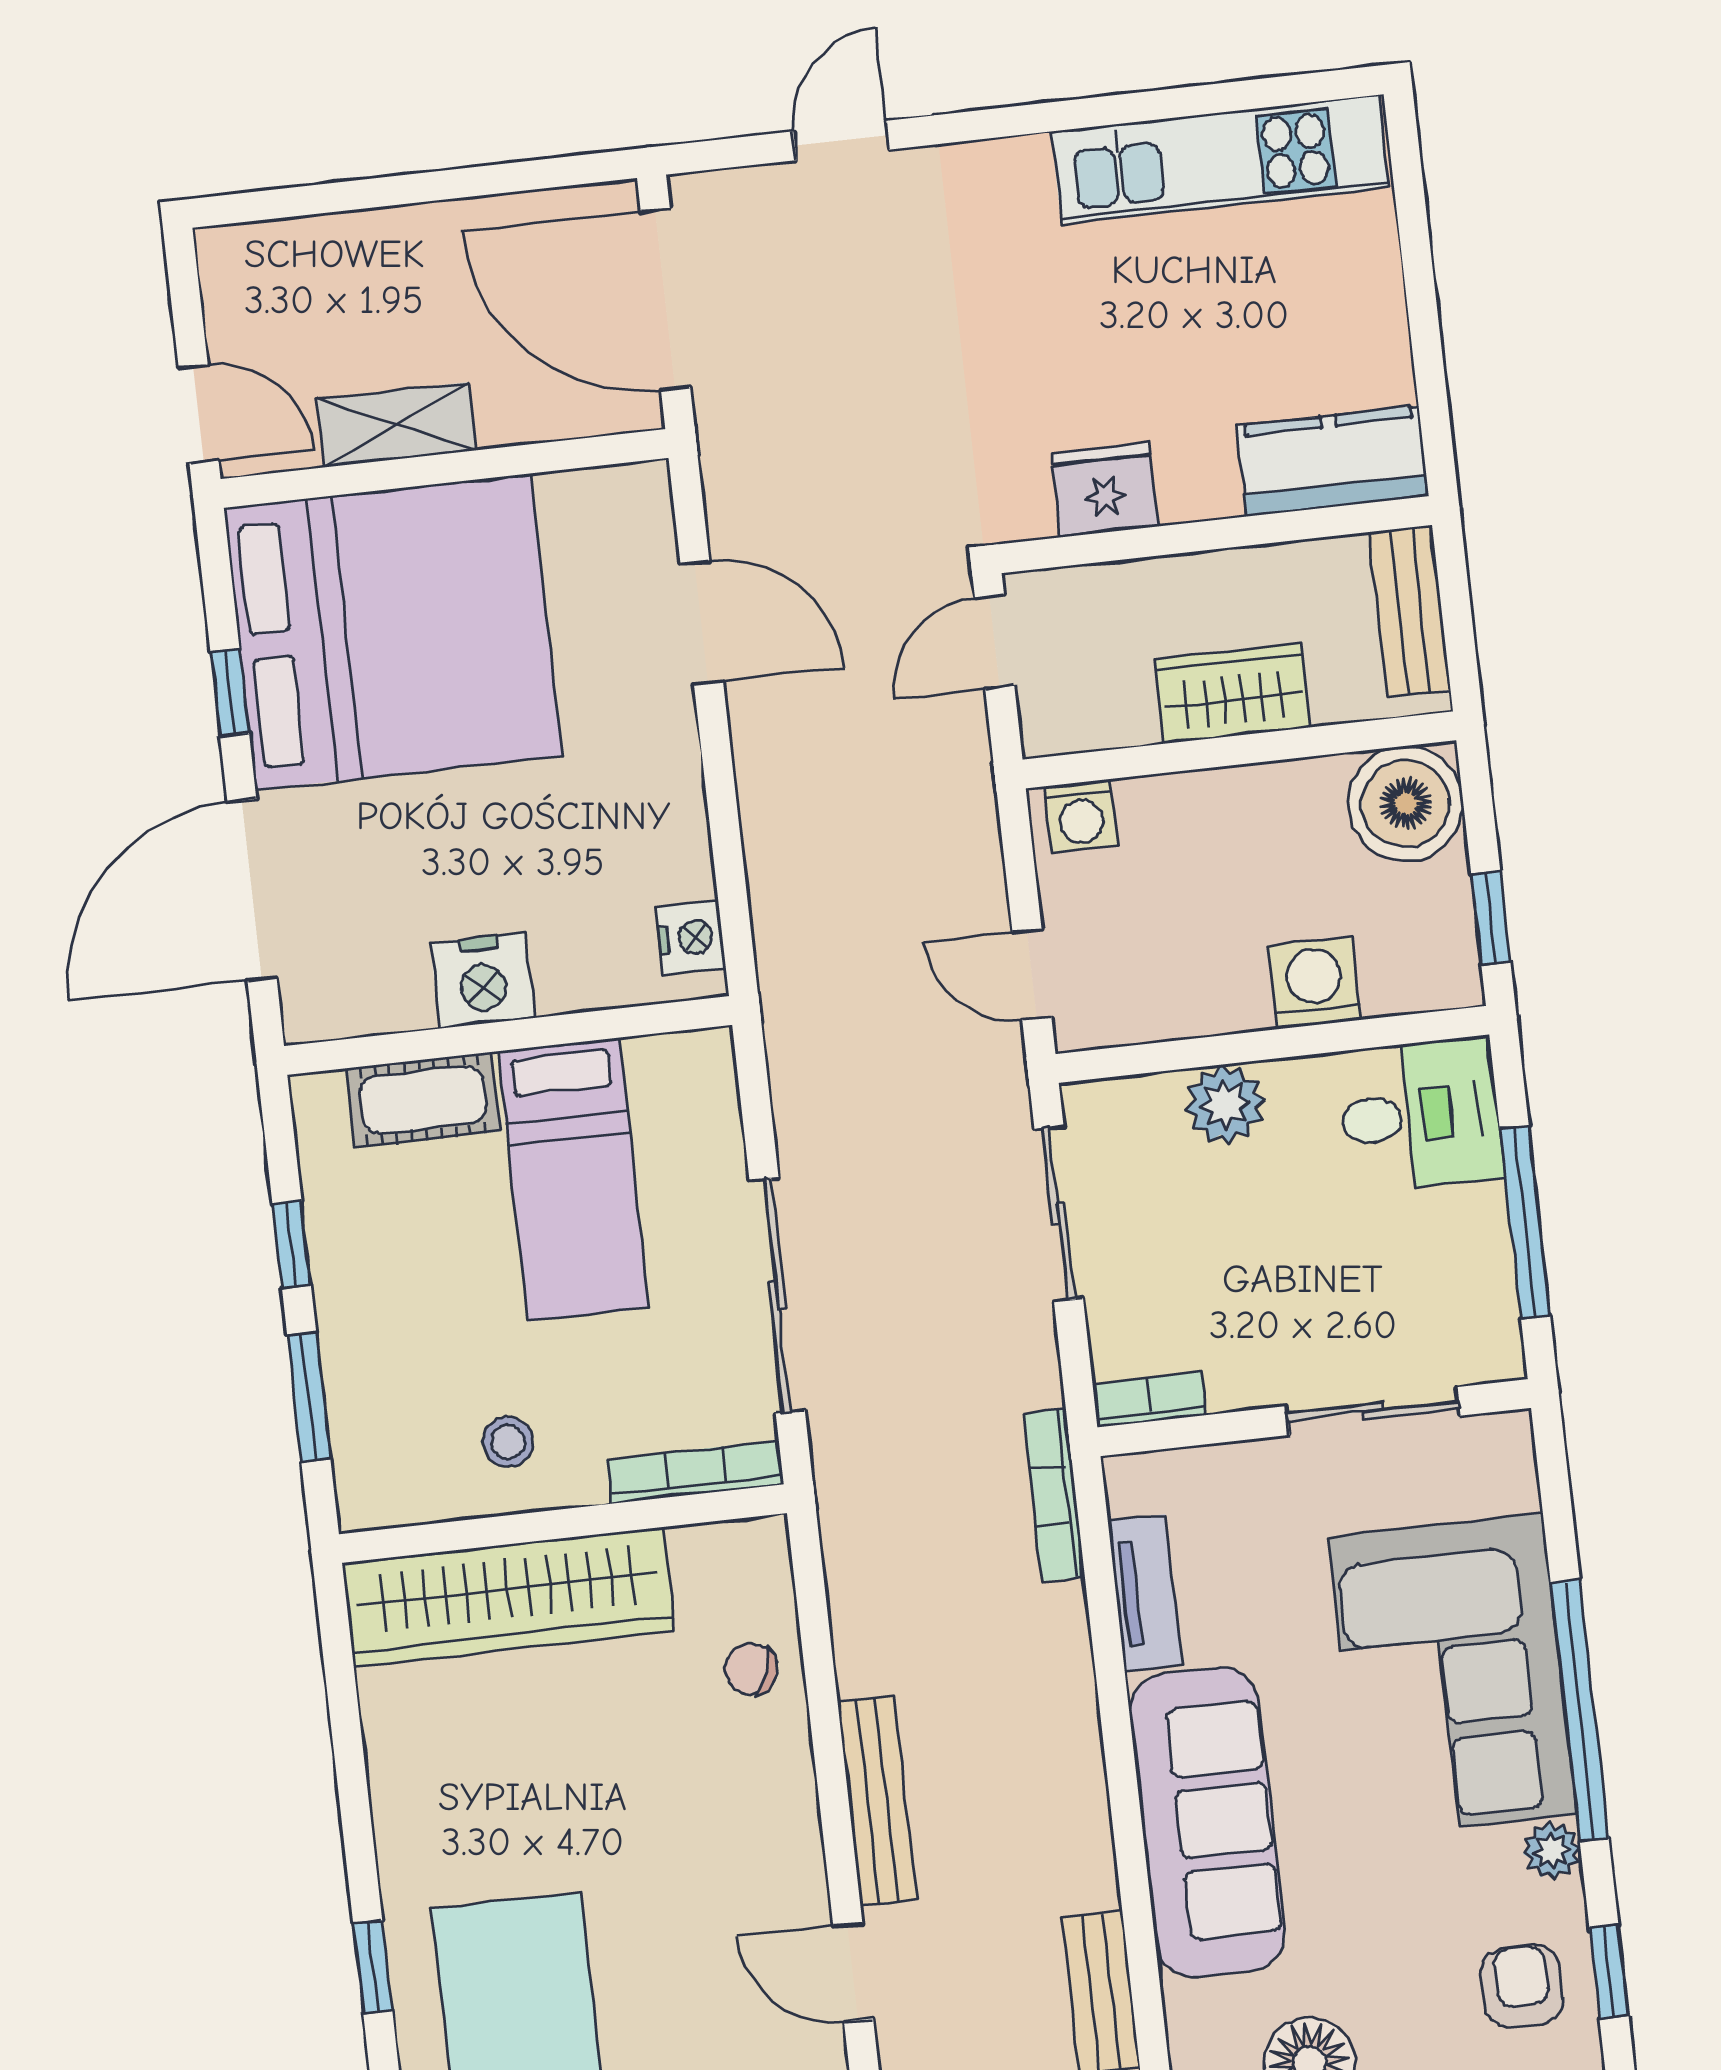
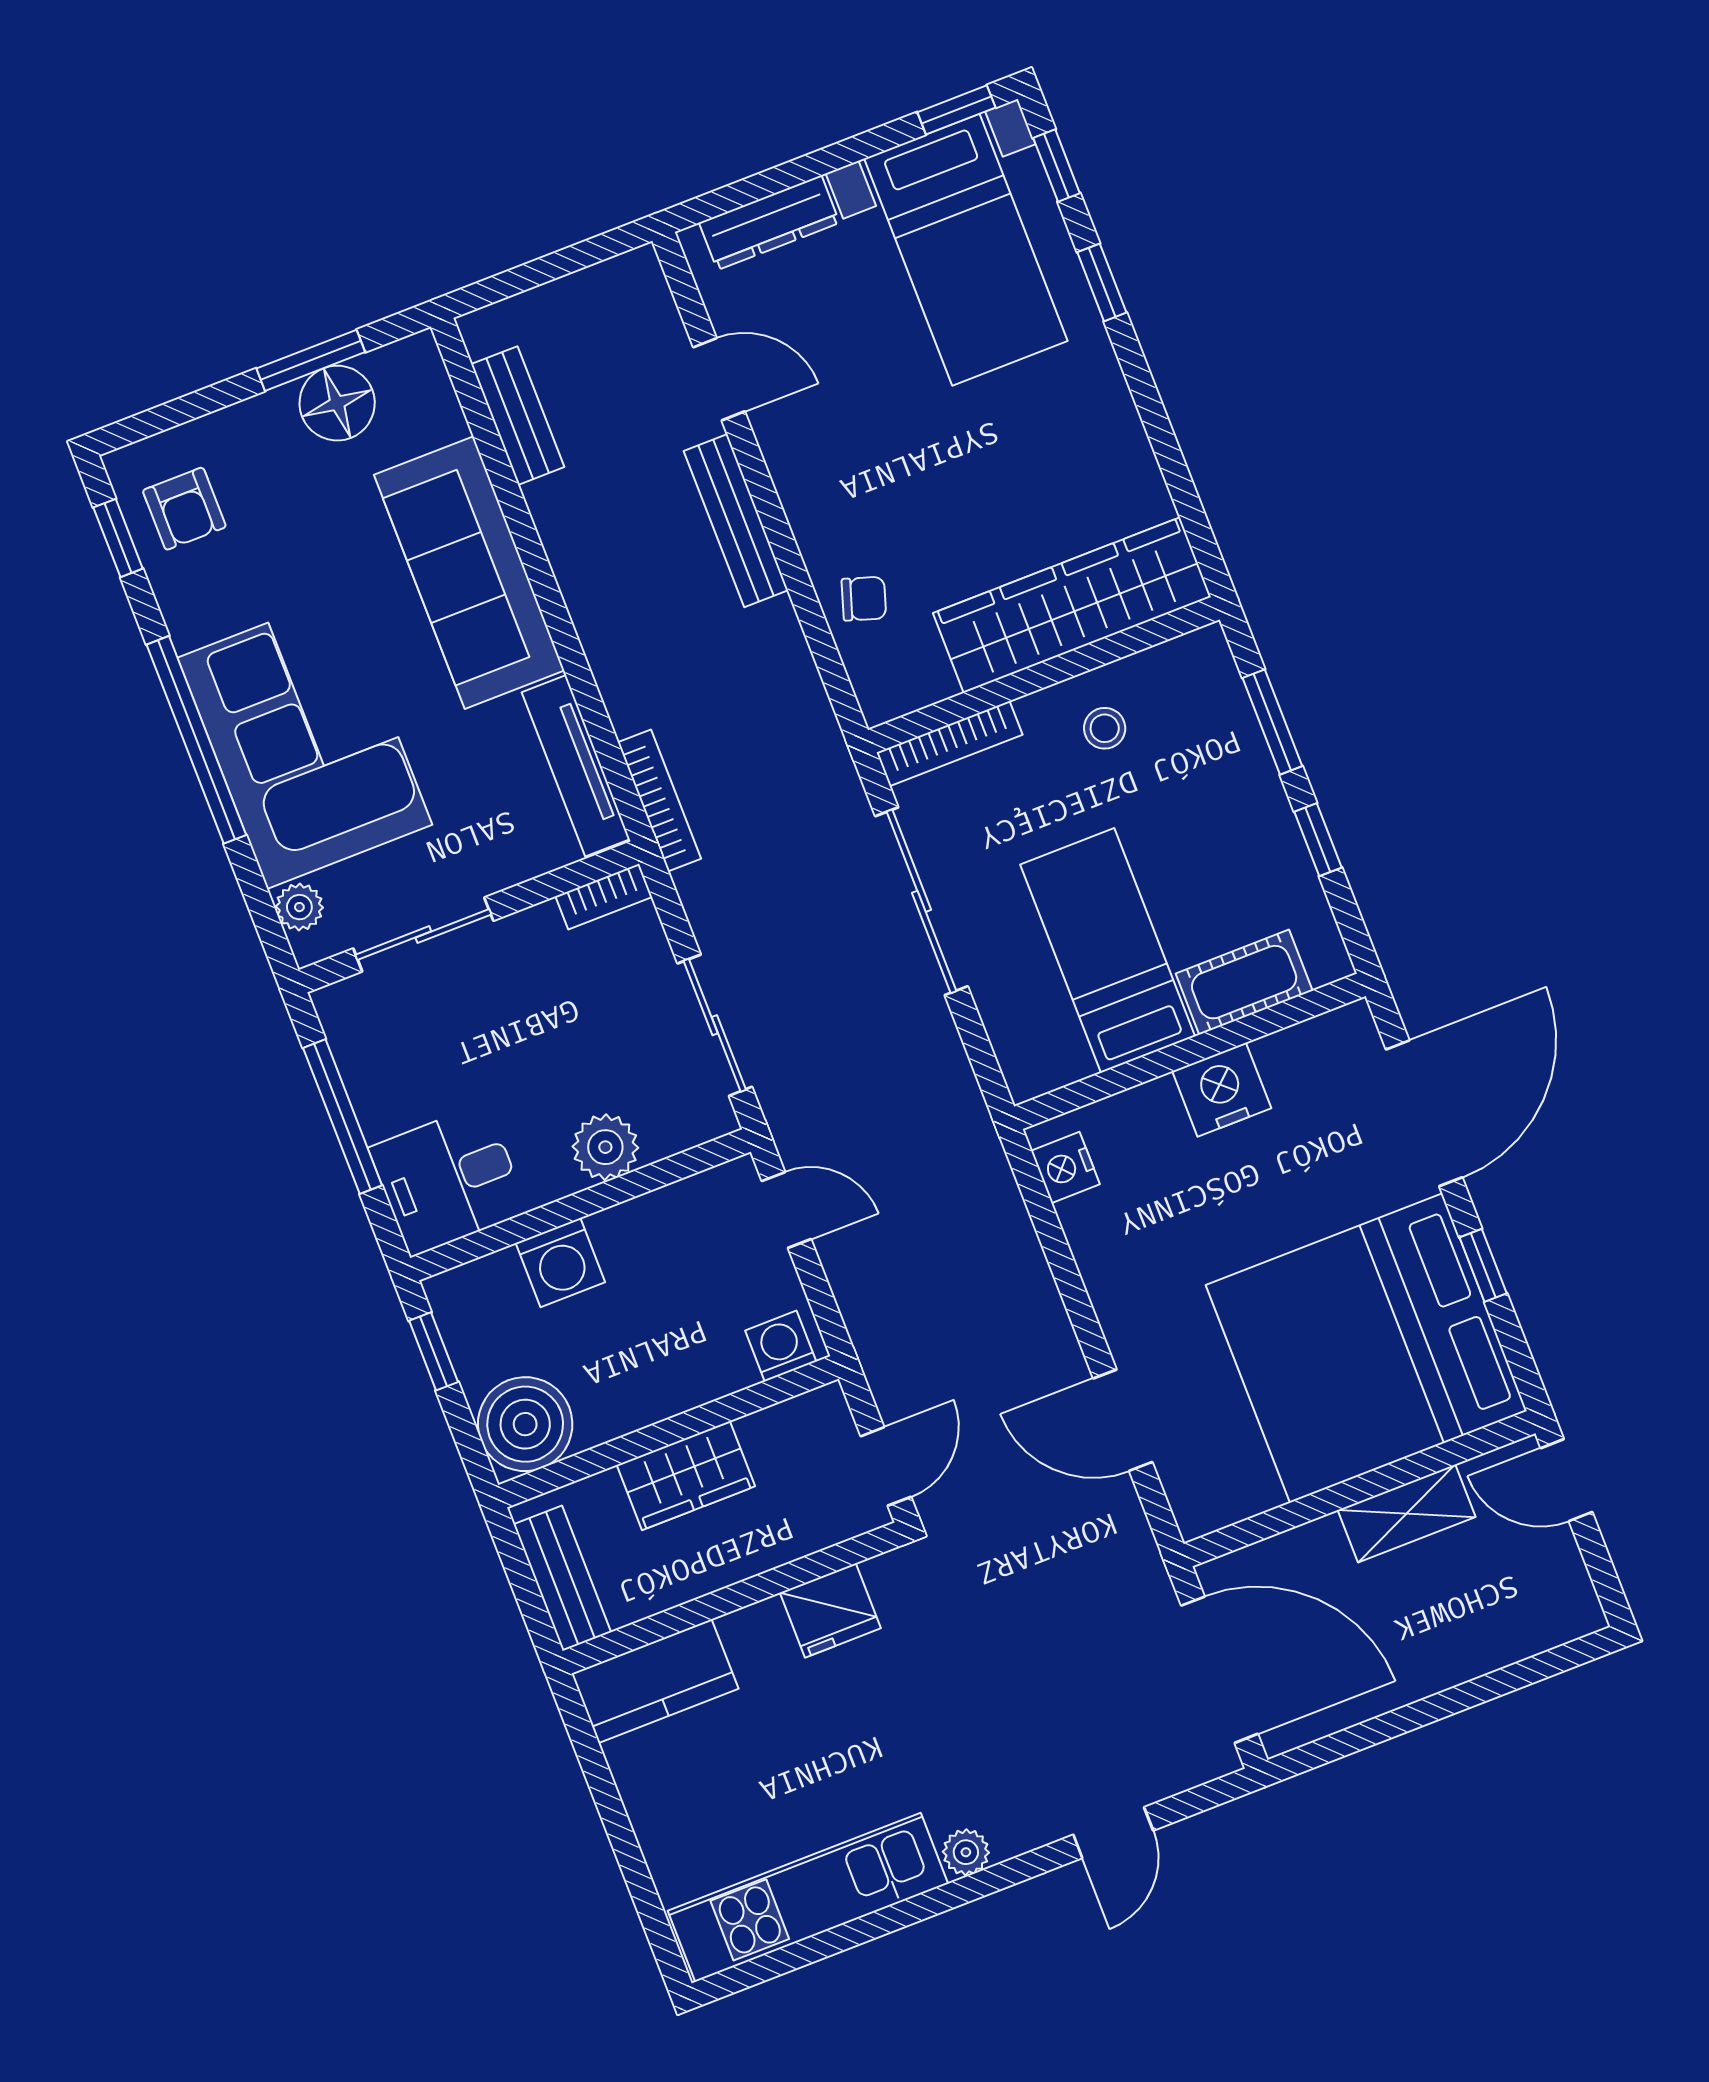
plant: (1020, 163) -> (966, 1852), added
tv unit: (1145, 1593) -> (576, 766), width x1.41
plant: (1552, 1851) -> (299, 907), moved

